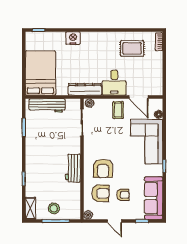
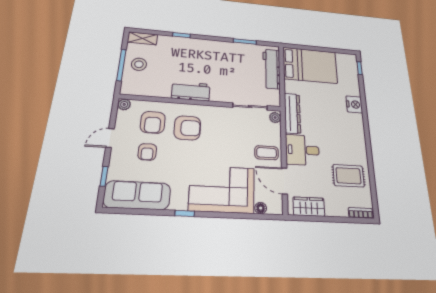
rug: (132, 48) -> (348, 176), turned 90
wardrobe: (156, 80) -> (309, 207), added
door: (139, 97) -> (284, 181), hinge flipped
armchair: (103, 168) -> (187, 128), turned 180

